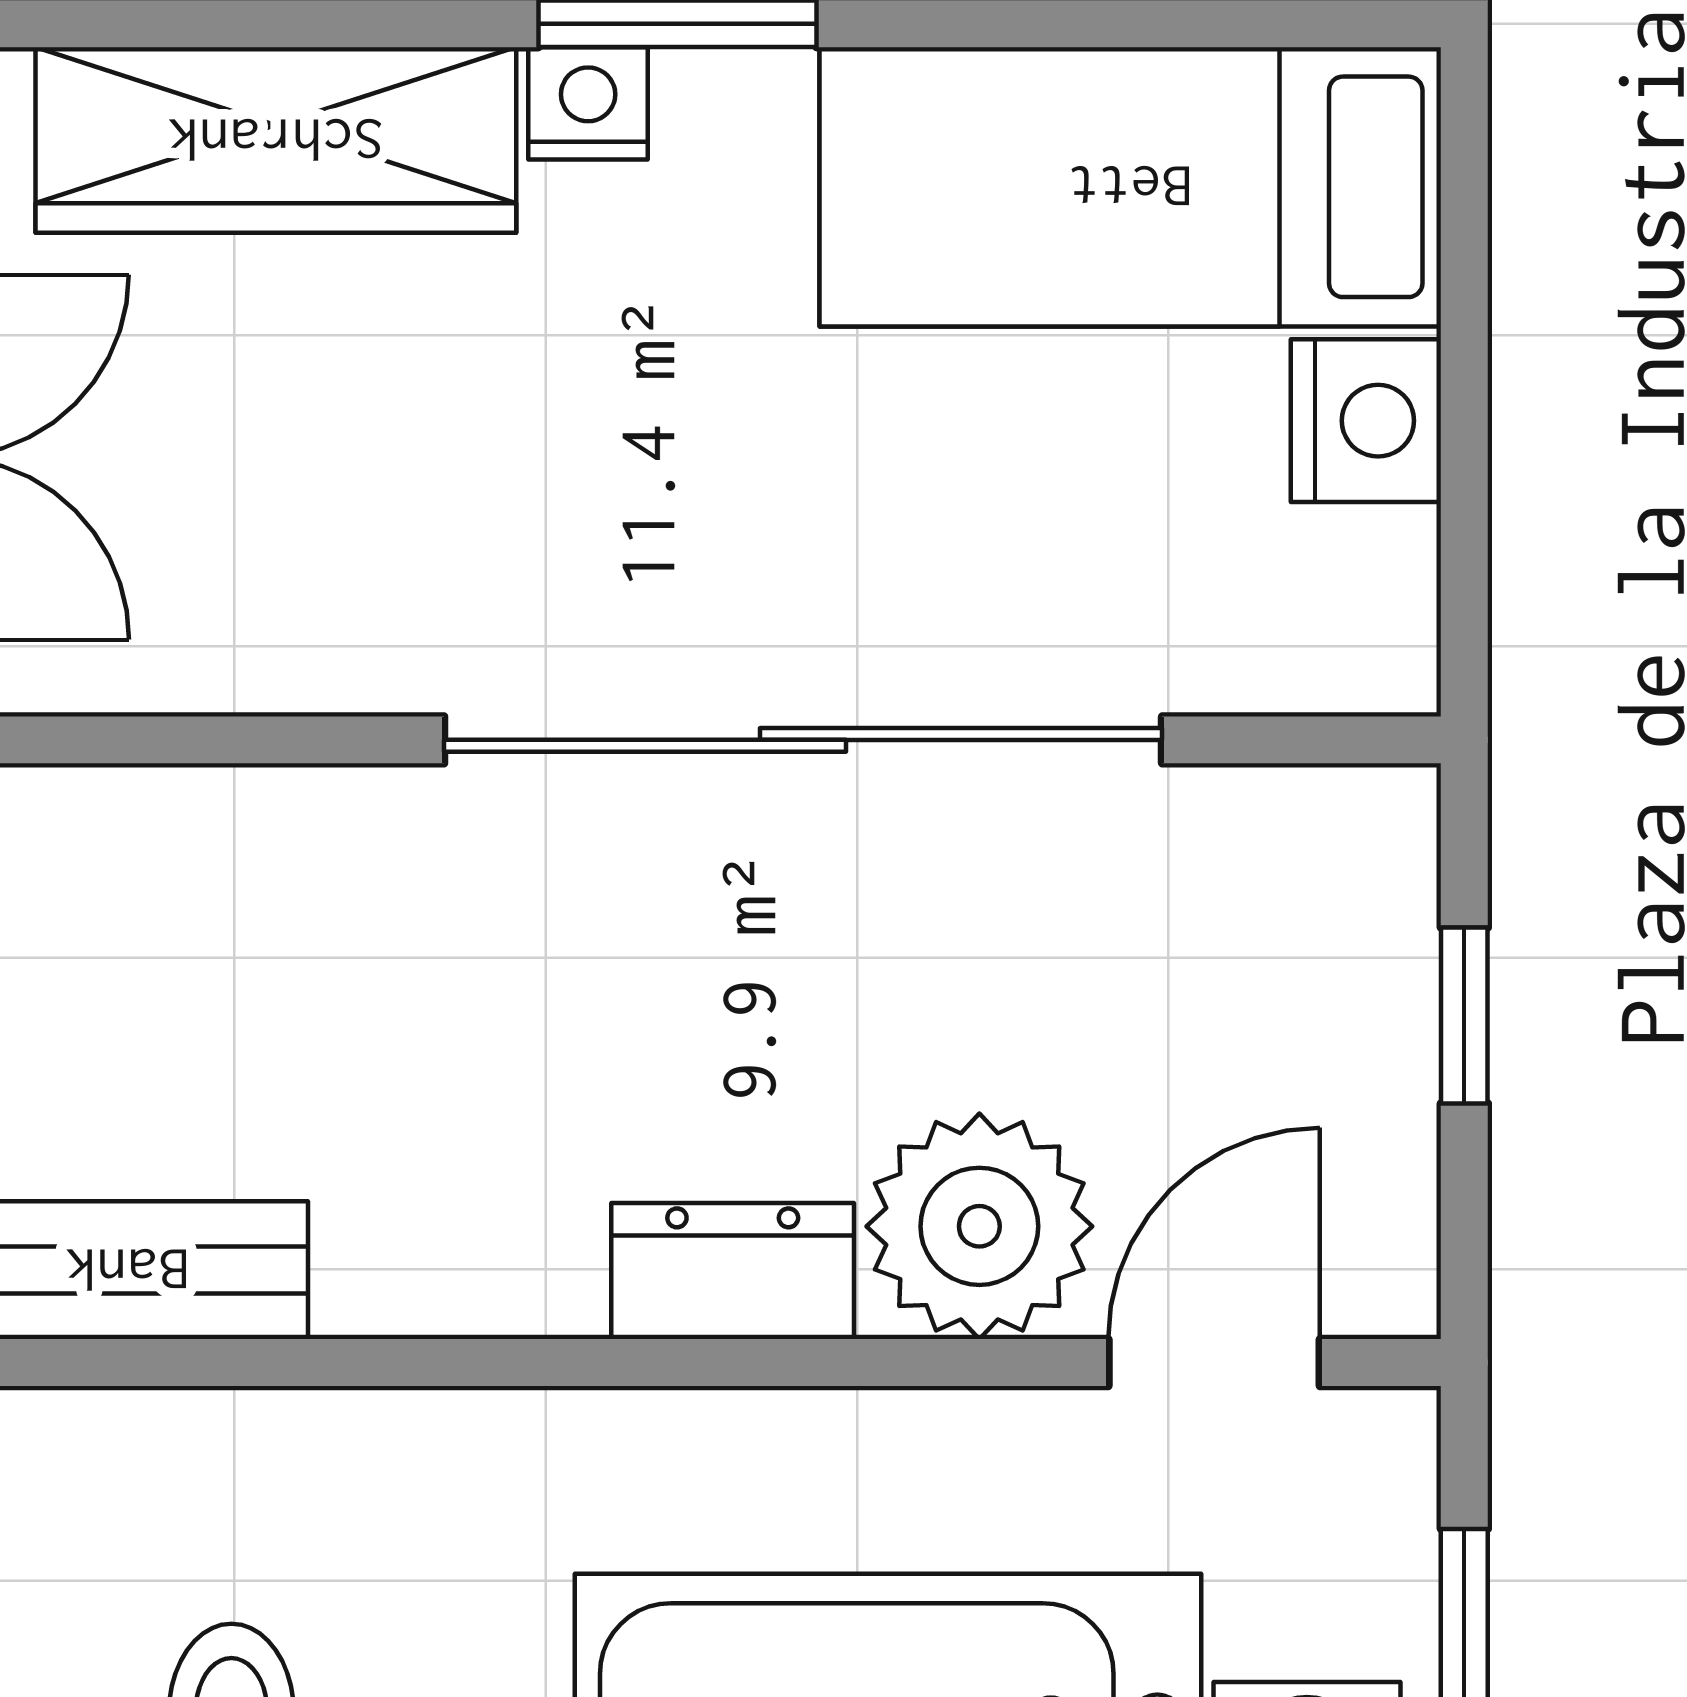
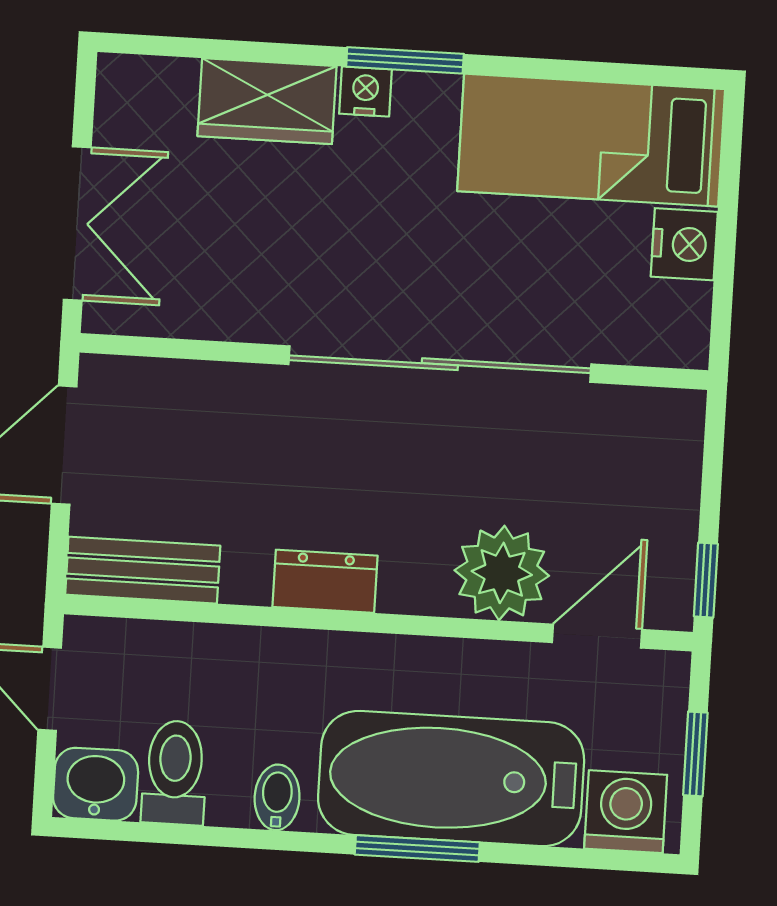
wardrobe: (276, 140) -> (267, 101), width x0.67
window: (1464, 1016) -> (706, 580), moved
dresser: (733, 1271) -> (325, 581), moved

